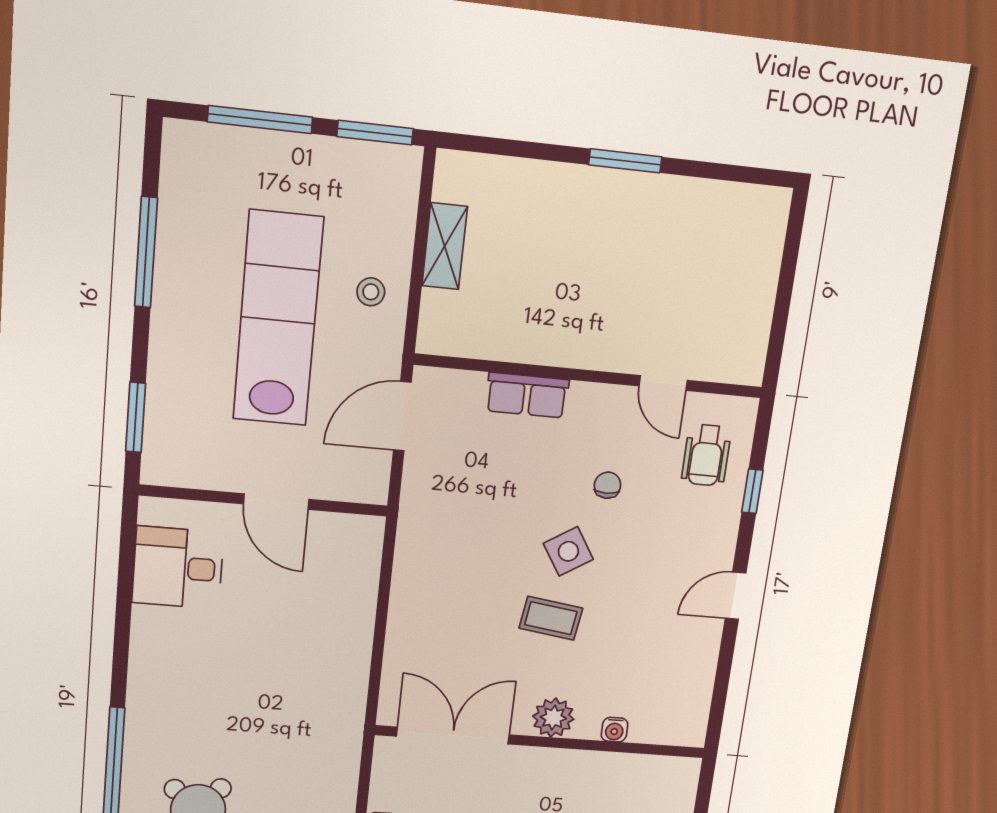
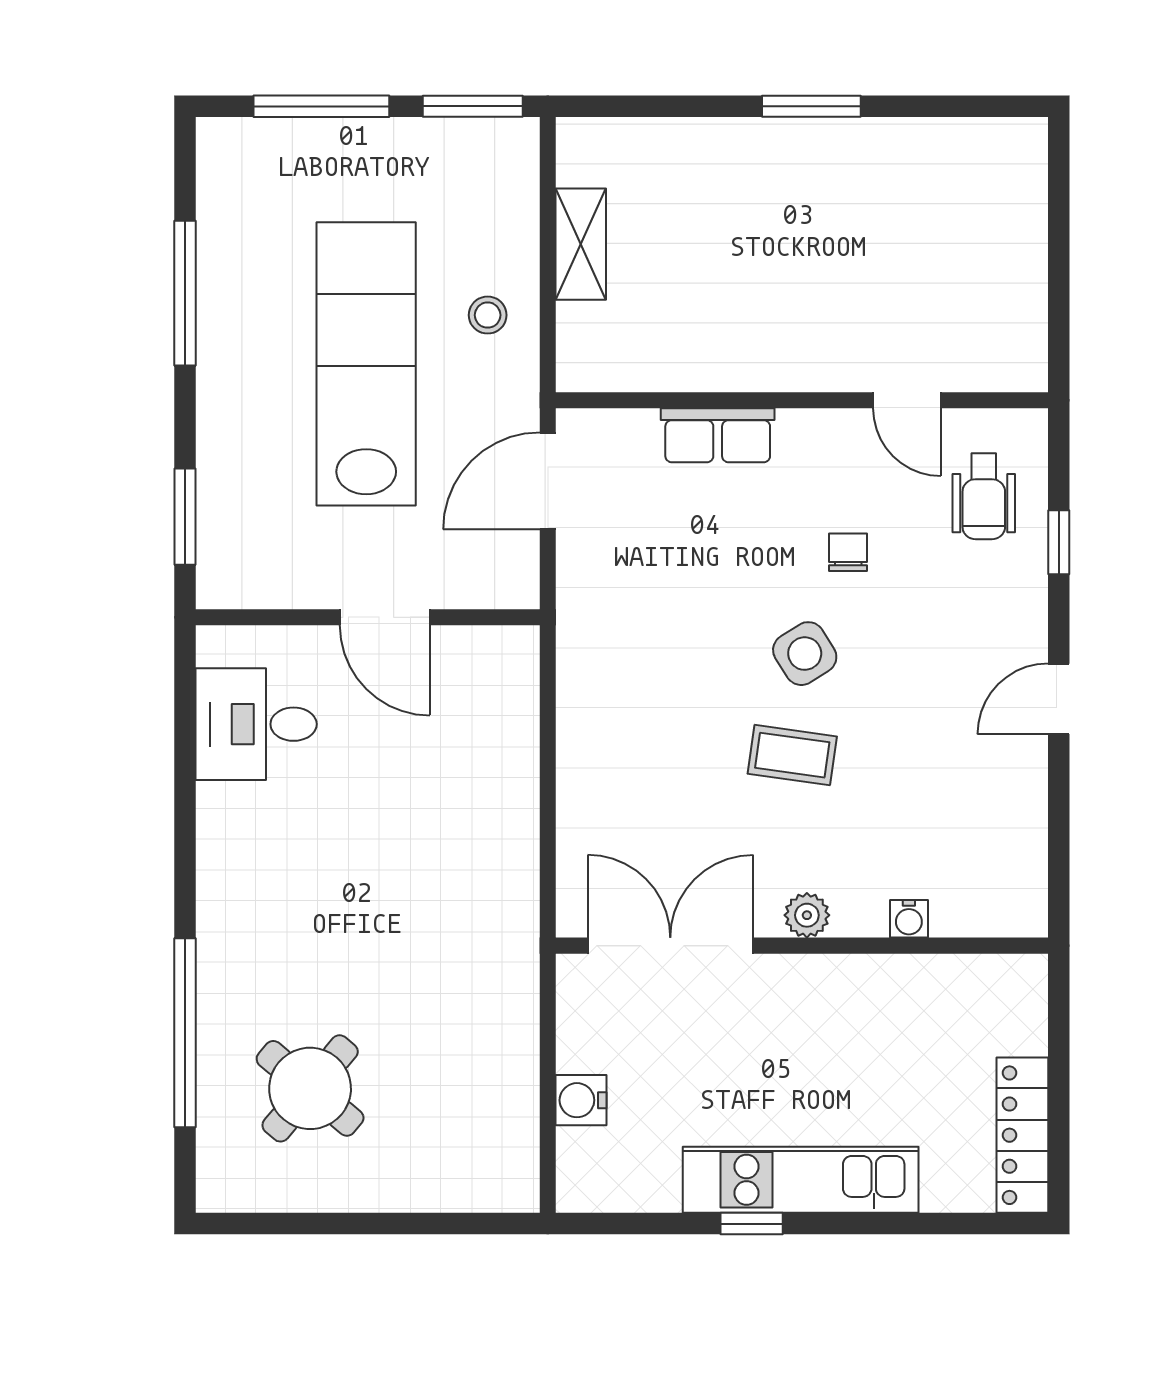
plant: (553, 718) -> (807, 915), width x0.73, depth x0.73

